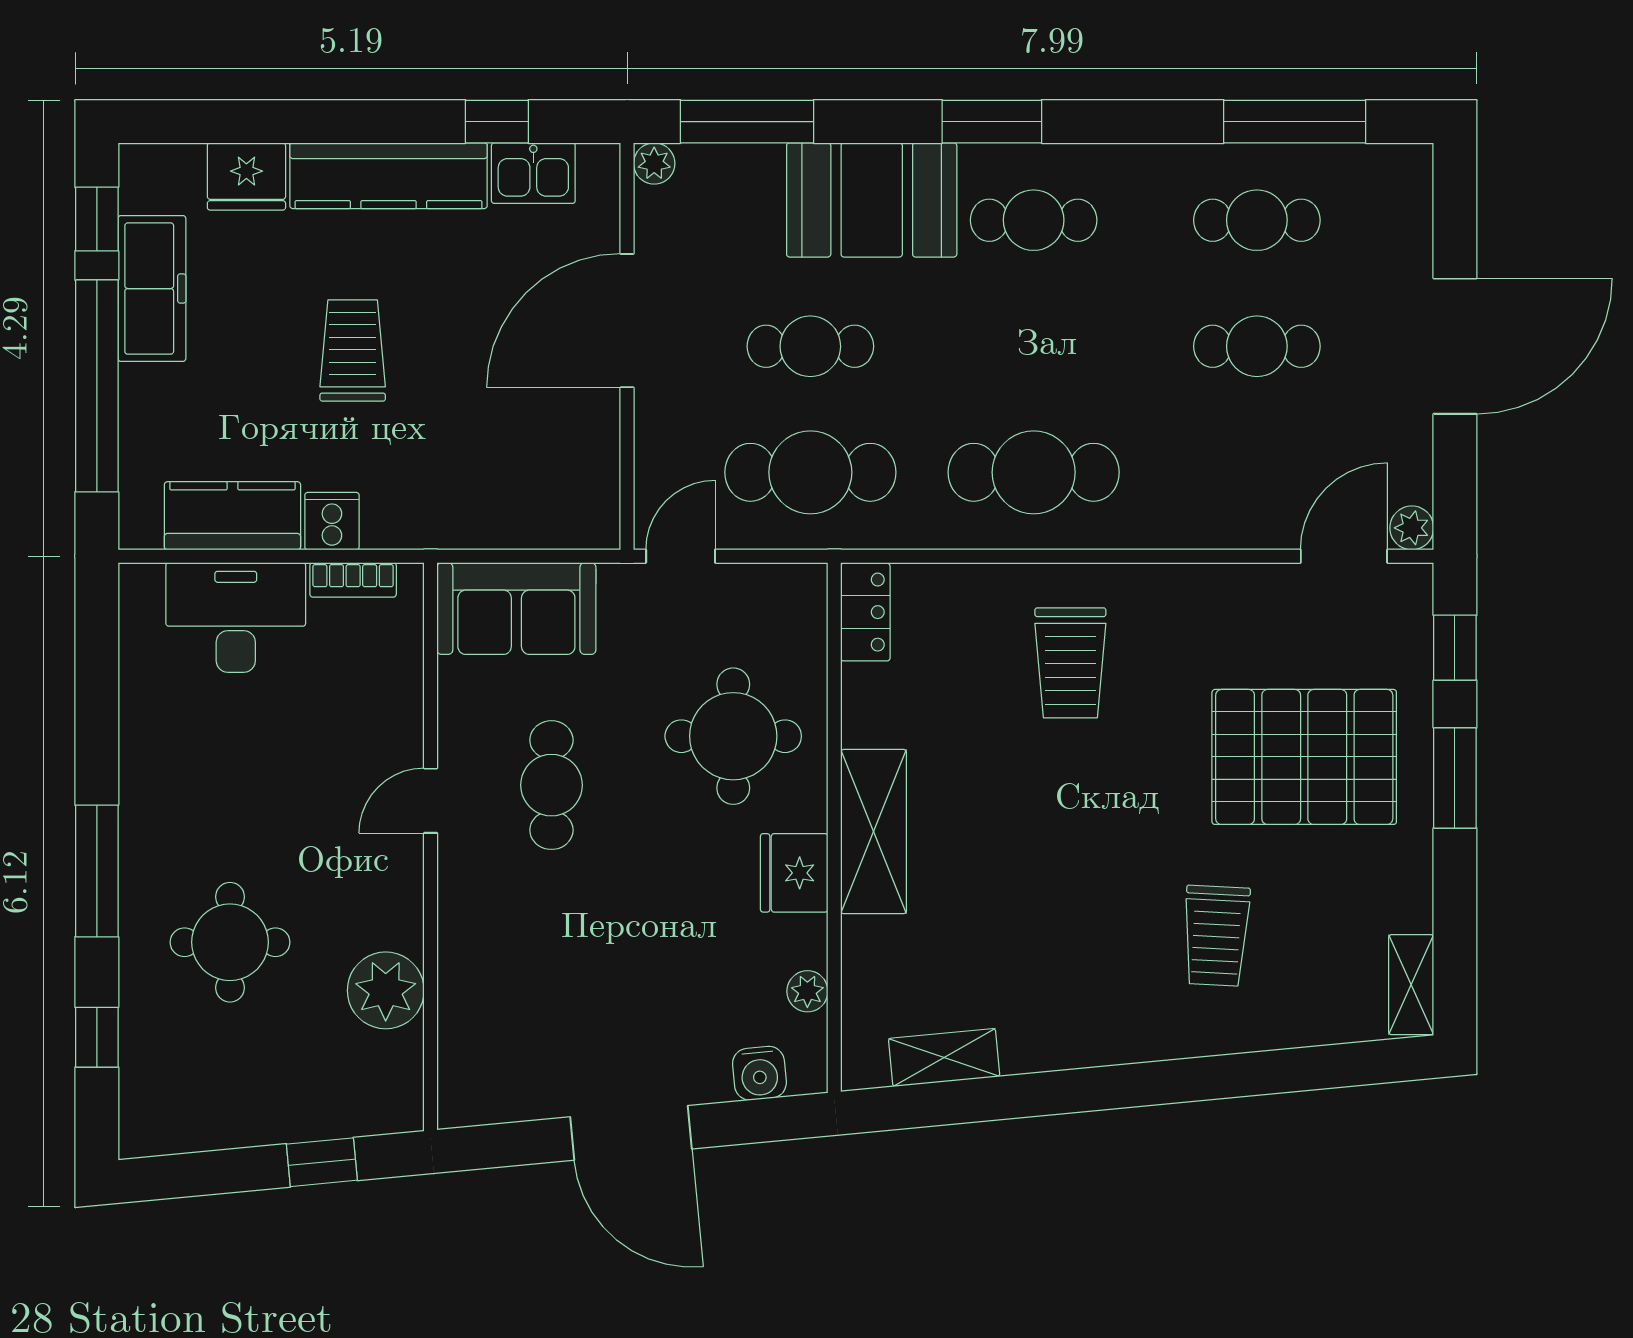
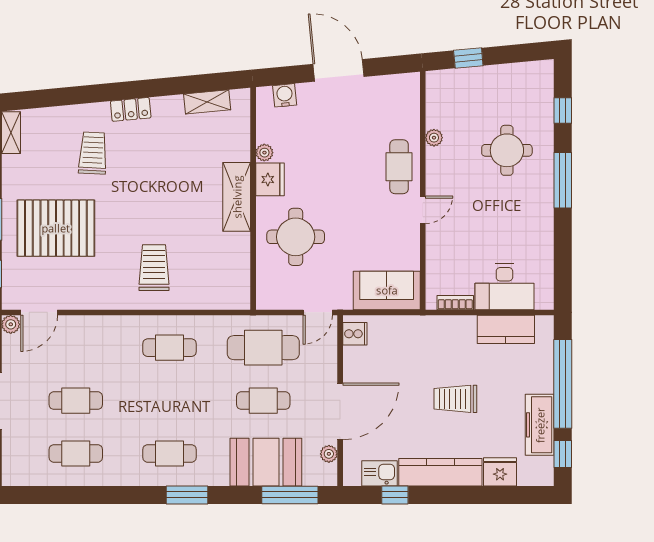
window: (1295, 122) -> (60, 495), removed
plant: (654, 163) -> (329, 454), moved
booth: (872, 200) -> (266, 462), moved
trolley: (353, 351) -> (455, 399), turned 90
cafe table: (1034, 472) -> (170, 348), width x0.73, depth x0.74
cooker: (332, 521) -> (355, 334), moved, turned -90
locker: (865, 612) -> (131, 109), moved, turned -95
cafe table: (551, 785) -> (399, 167), moved
plant: (386, 990) -> (434, 138), width x0.53, depth x0.53
plant: (807, 991) -> (264, 153), moved

